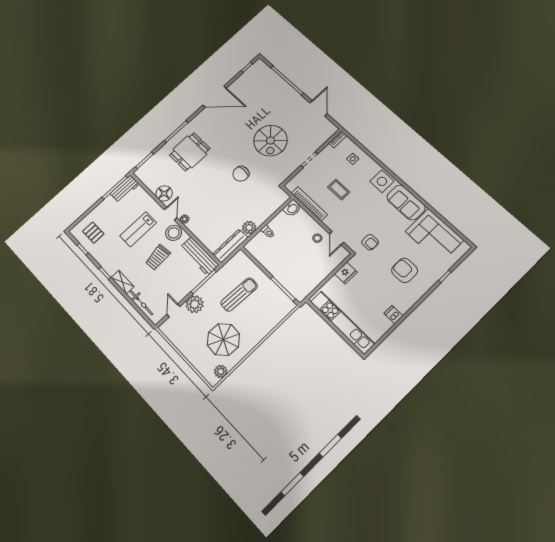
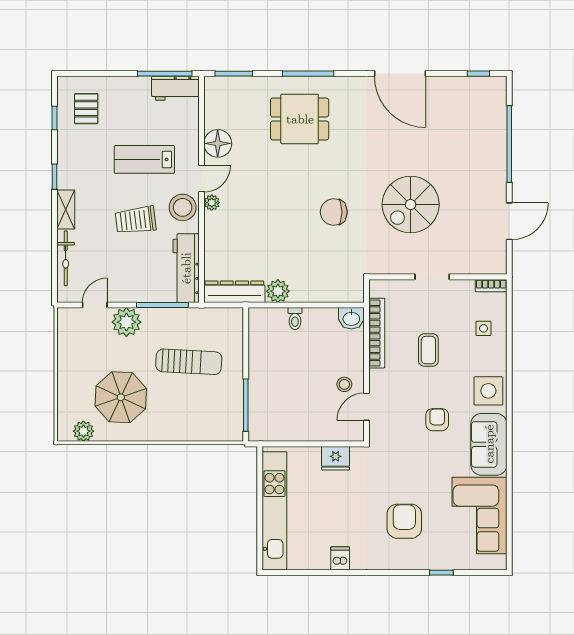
armchair: (370, 242) -> (437, 420), moved, turned 180

